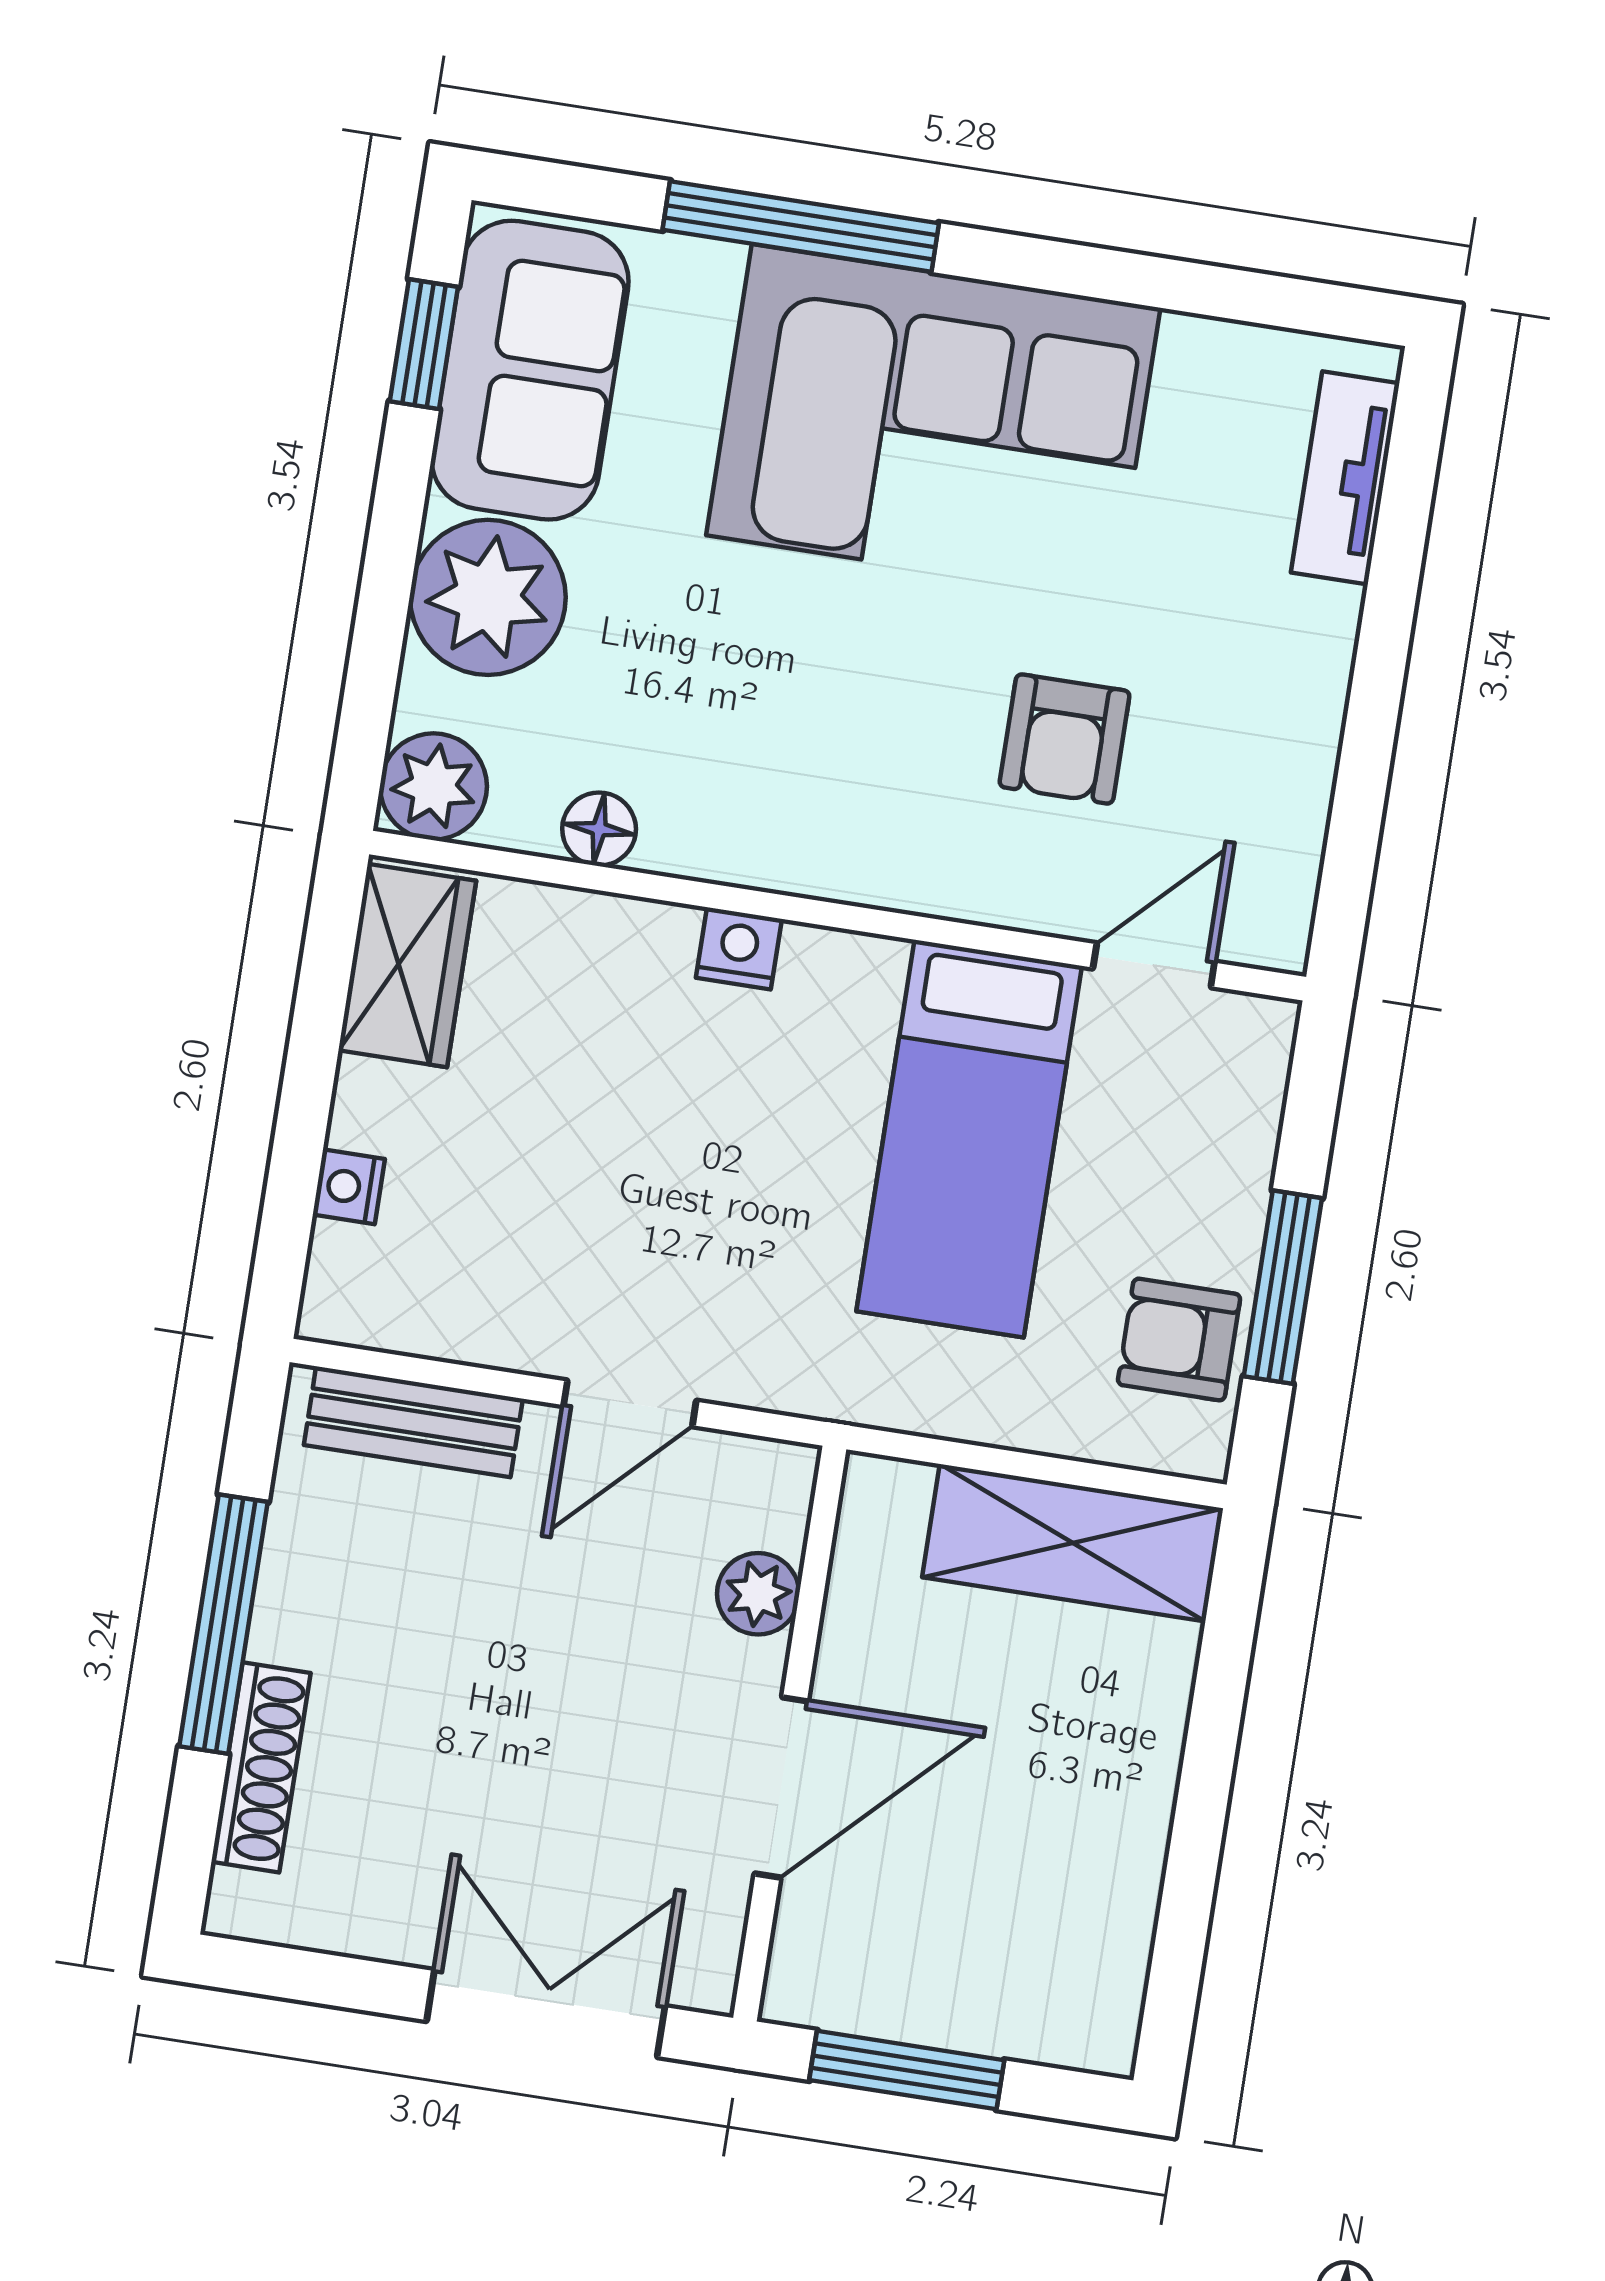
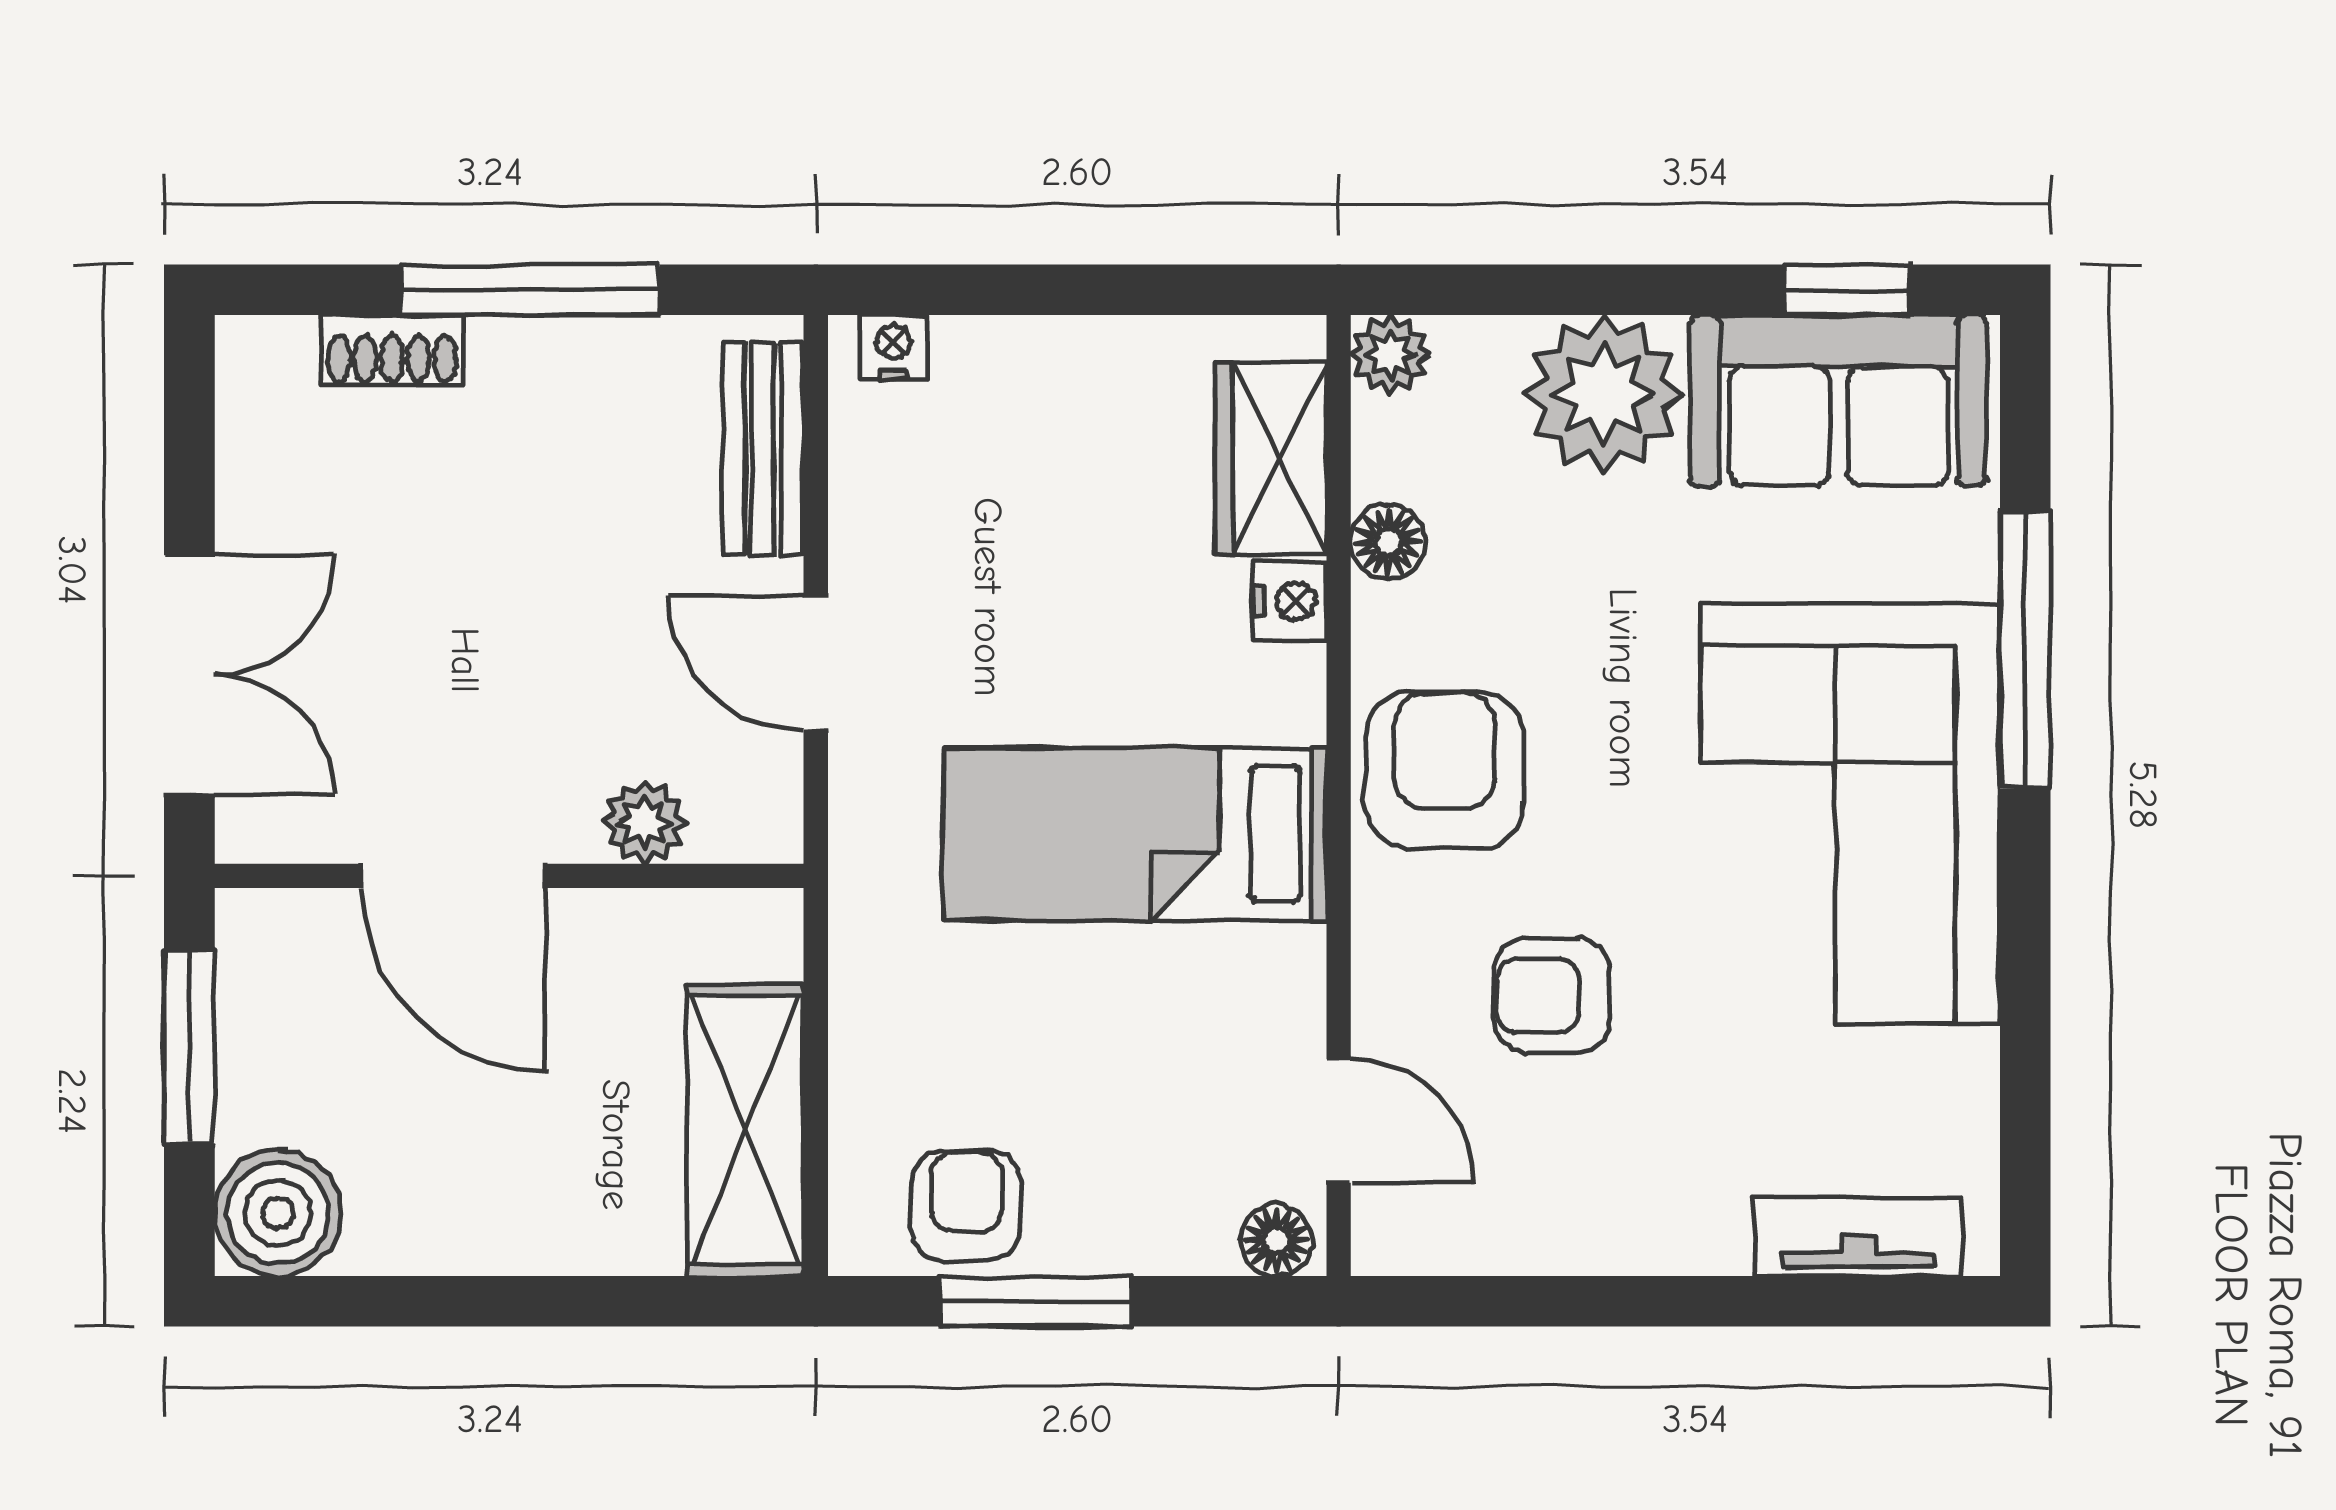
plant: (434, 786) -> (1390, 354), width x0.73, depth x0.73
armchair: (829, 809) -> (1445, 770), added
nightstand: (739, 948) -> (1290, 601), moved
wardrobe: (407, 965) -> (1271, 458), moved, turned 90
floor lamp: (1260, 1044) -> (1276, 1240), added
bed: (969, 1139) -> (1135, 834), moved
nightstand: (349, 1187) -> (893, 347), moved
shoe rack: (261, 1767) -> (392, 350), width x0.70
boiler: (1082, 2009) -> (278, 1213), added

